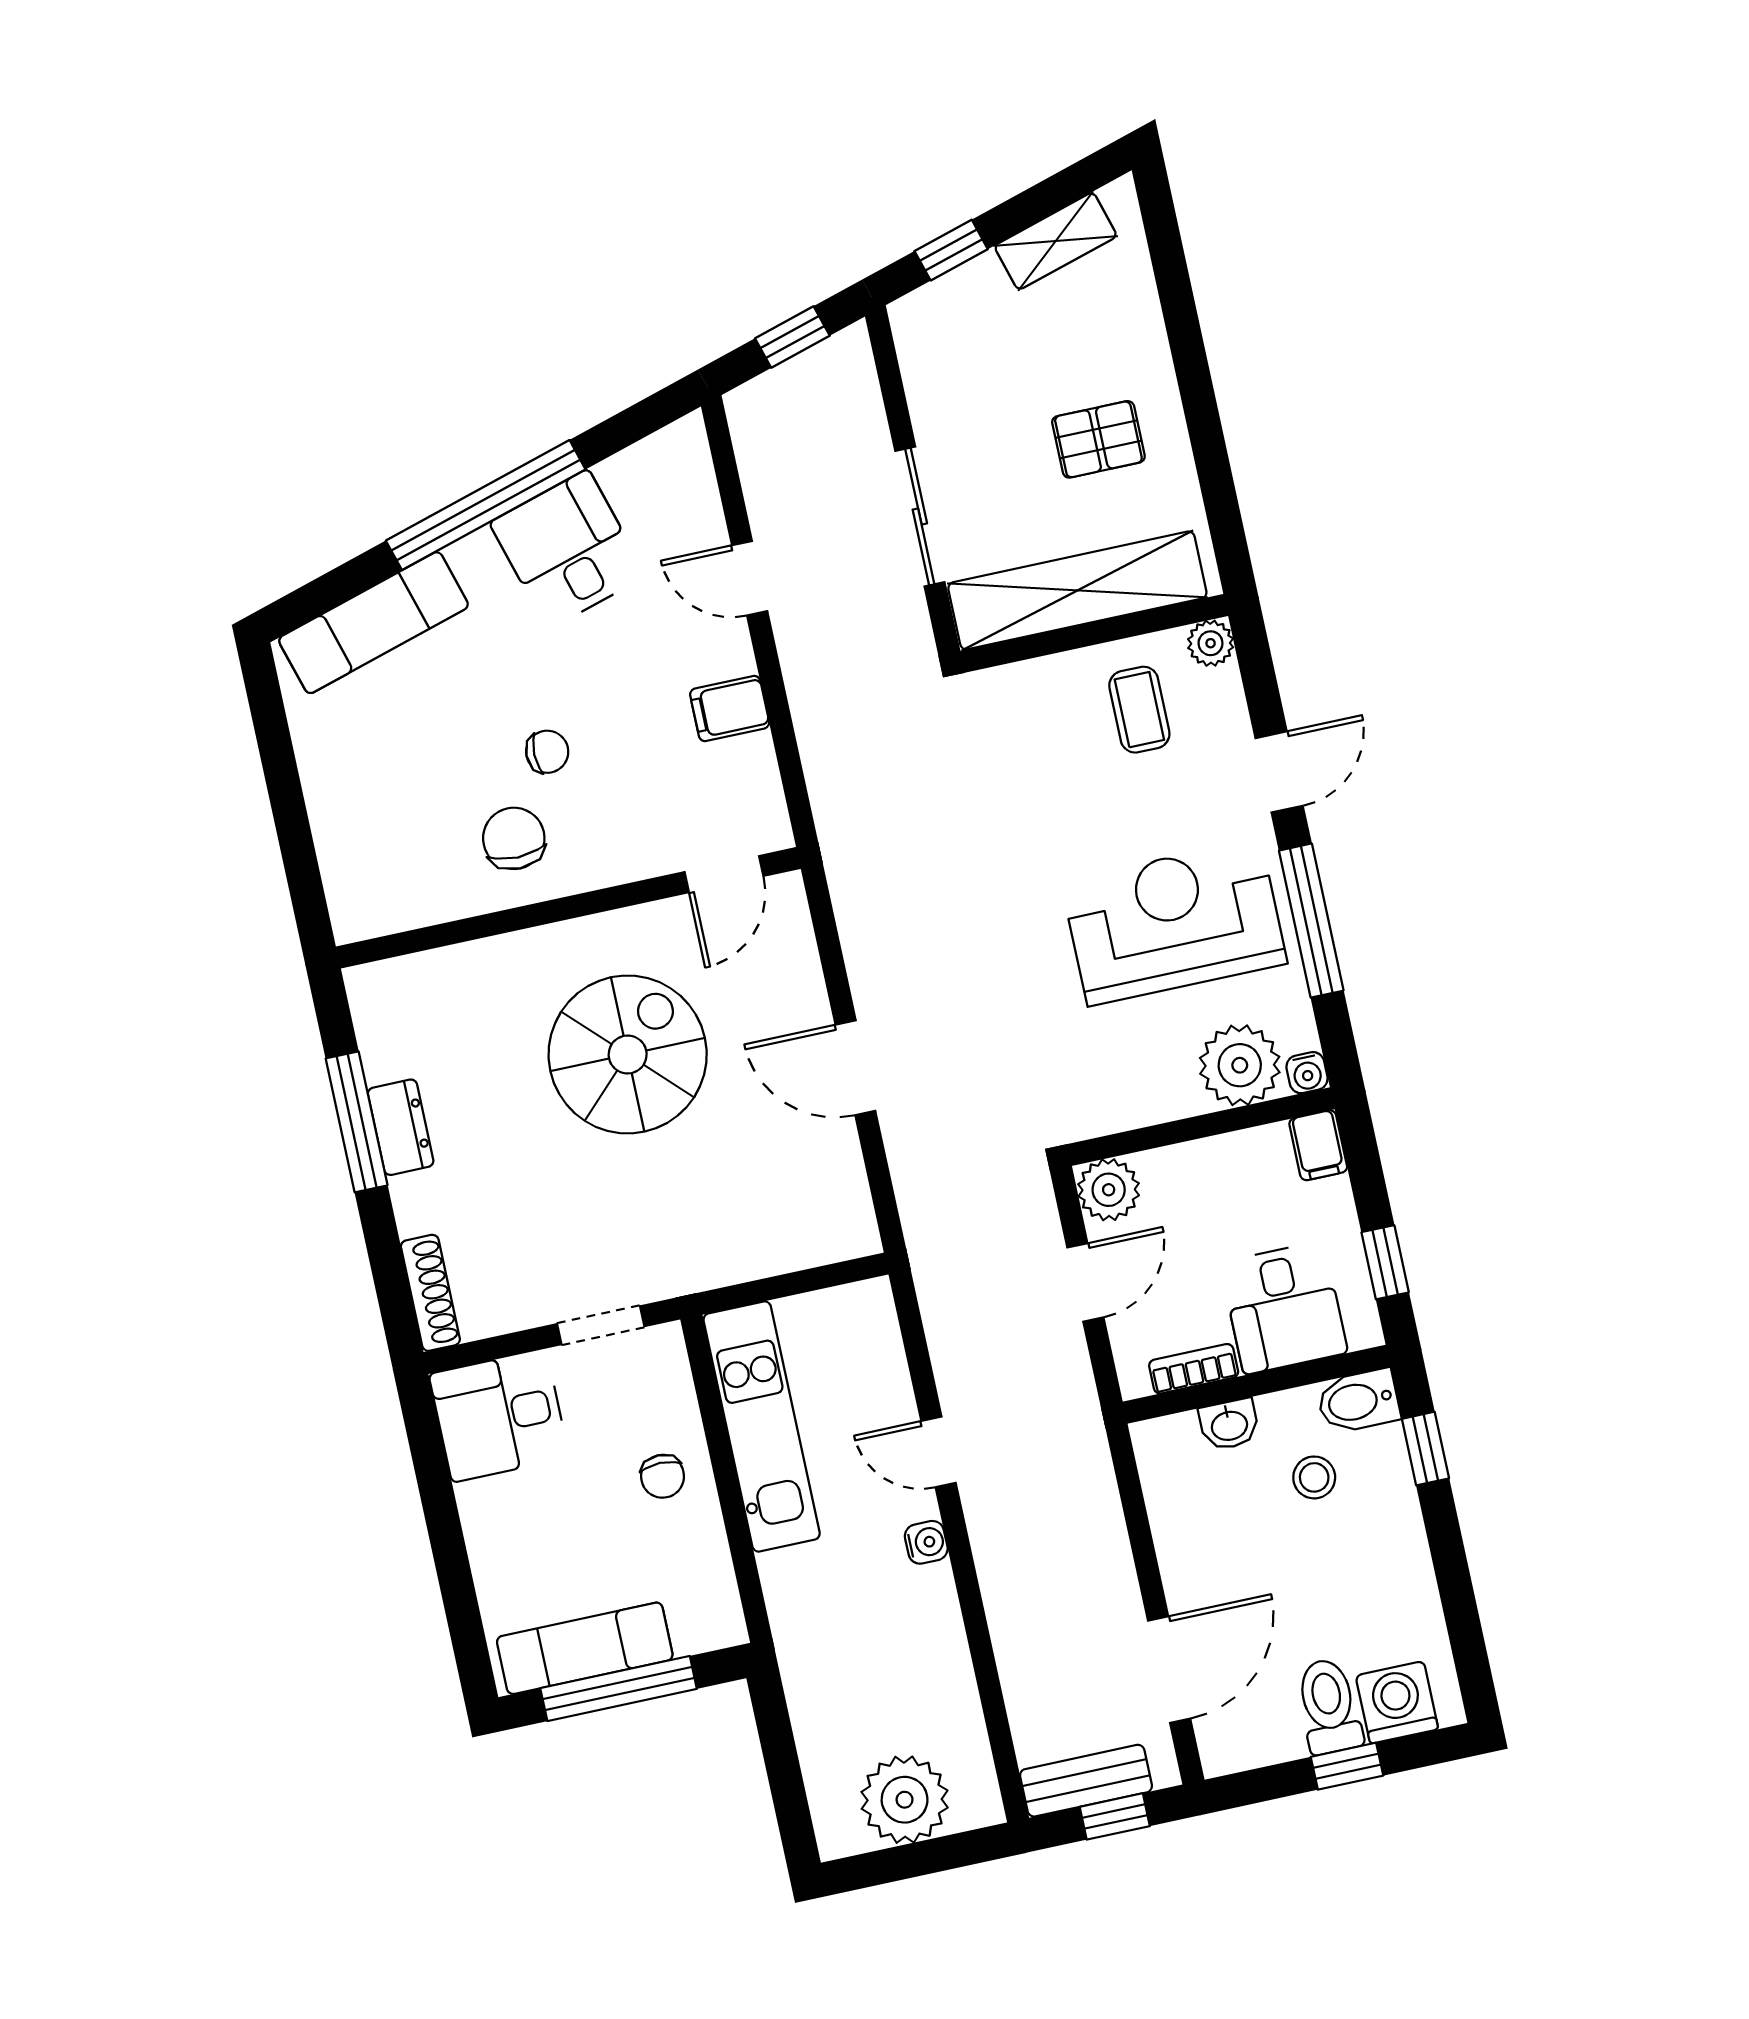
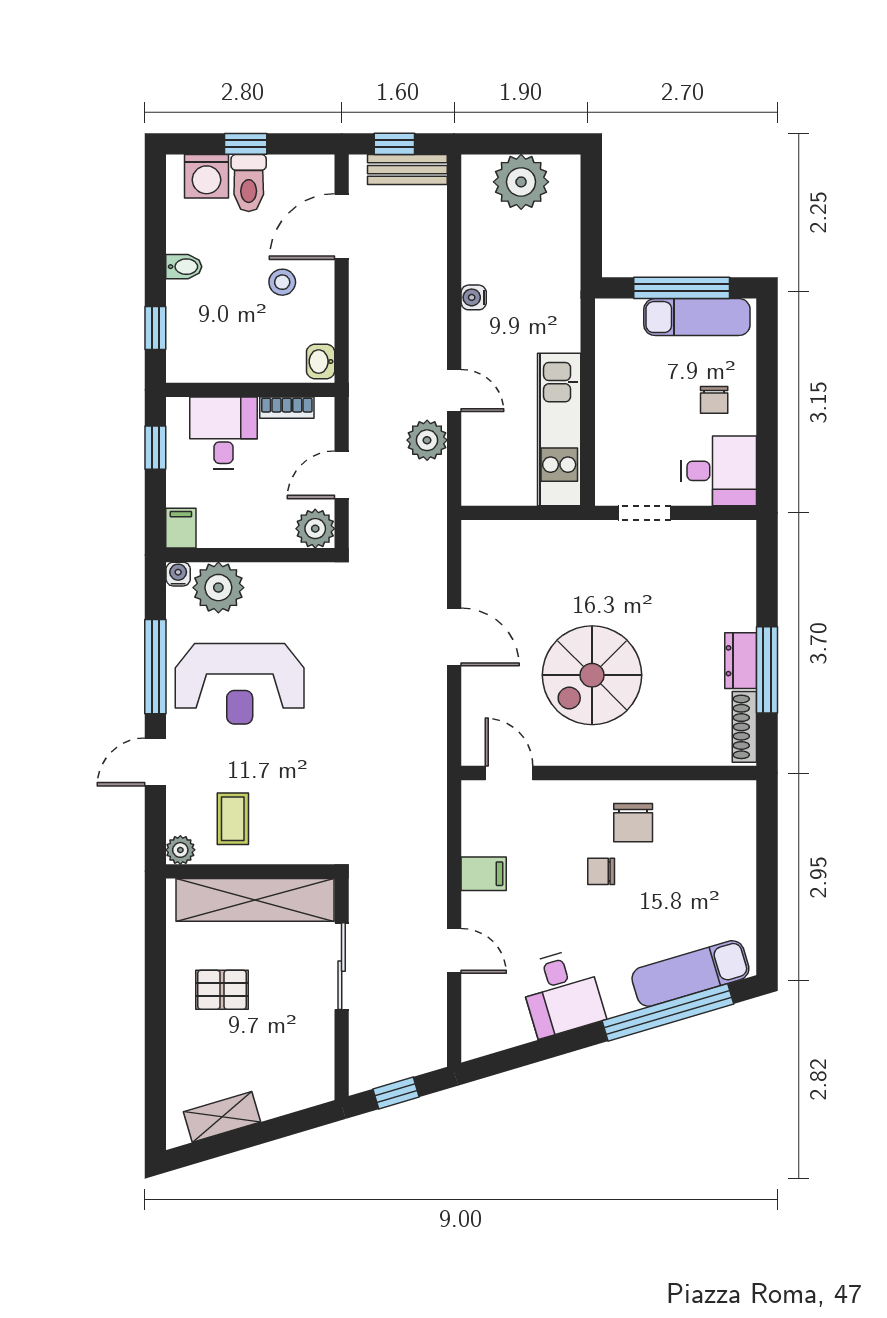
window: (951, 250) -> (287, 1125), removed
window: (486, 505) -> (668, 1012), moved
door: (724, 874) -> (509, 773), hinge flipped
shoe rack: (430, 1293) -> (744, 727), moved
plant: (964, 1365) -> (427, 440), added
bidet: (1358, 1401) -> (184, 267), moved, width x0.72, depth x0.74
washbasin: (1229, 1425) -> (321, 362), moved, turned -90
chair: (663, 1476) -> (714, 400), moved, turned 180
stool: (1314, 1477) -> (282, 282), moved
water cooler: (926, 1542) -> (474, 297), moved

